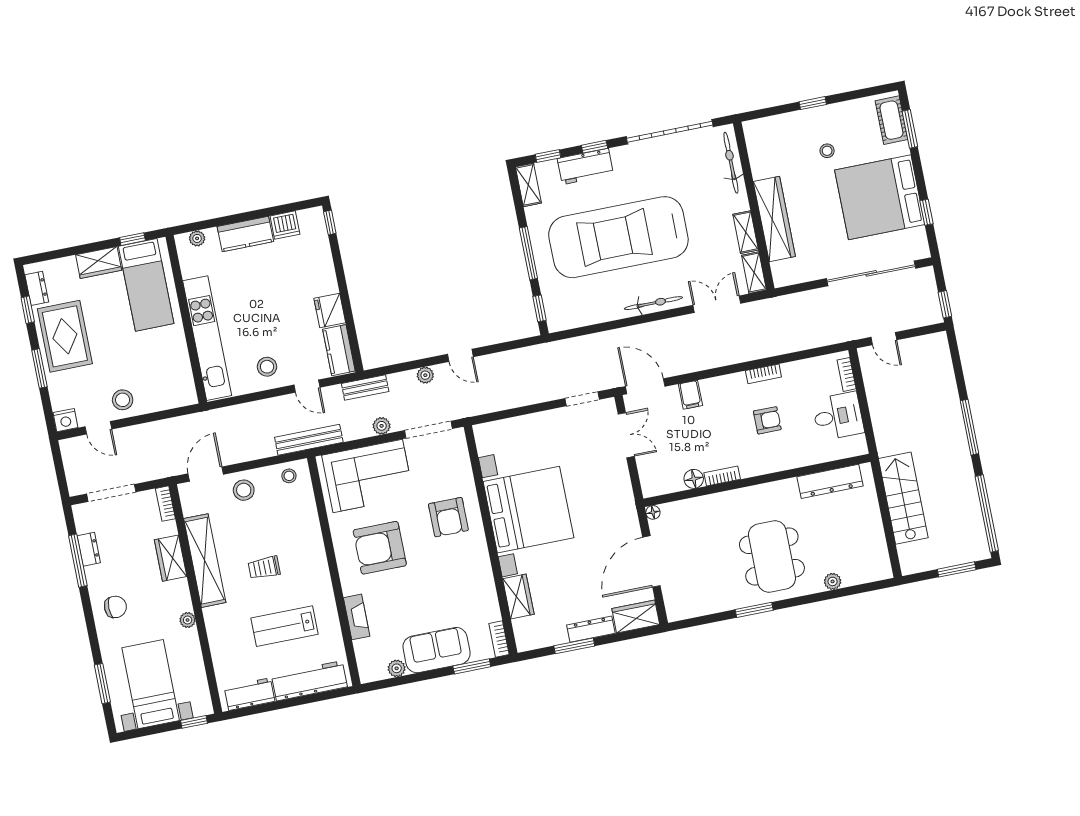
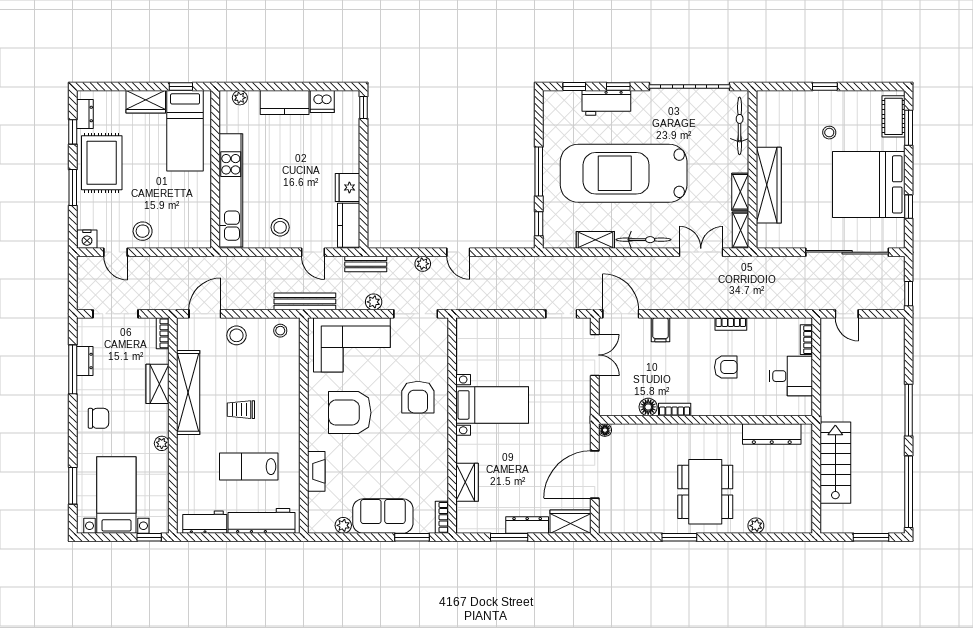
shelving: (528, 185) -> (595, 240), moved, turned 90
bed with nightstands: (528, 510) -> (492, 405), width x0.54

